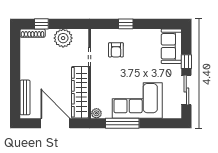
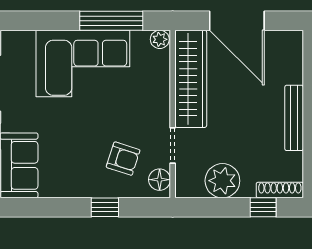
floor lamp: (97, 39) -> (160, 180), added
armchair: (116, 50) -> (123, 159), turned 108
bench: (25, 97) -> (294, 118), moved

